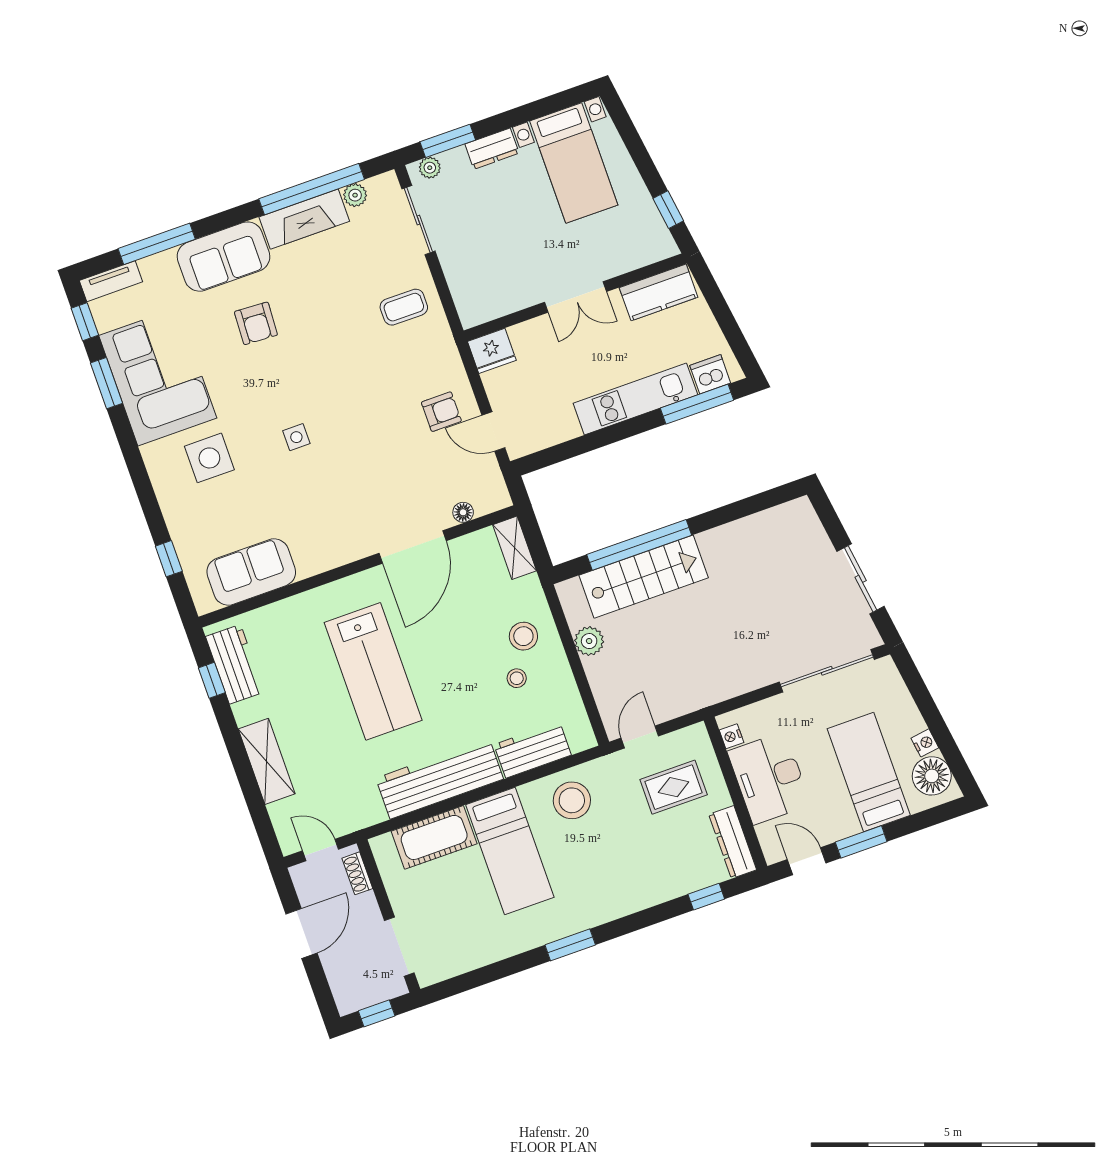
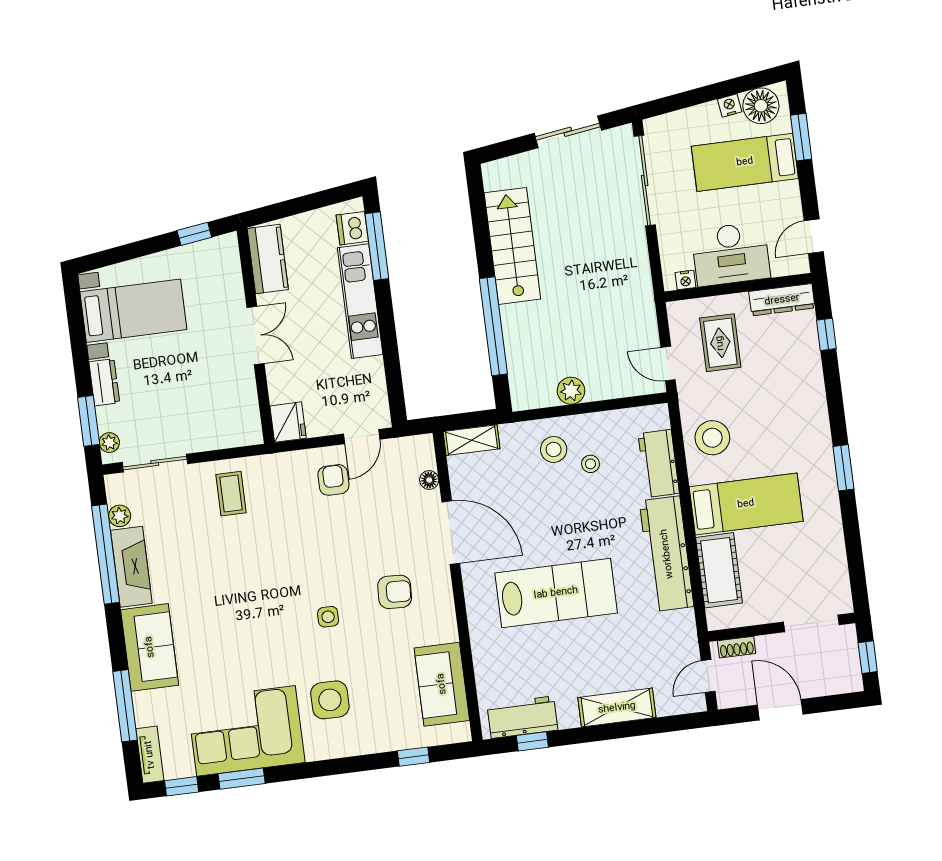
armchair: (256, 323) -> (395, 592), moved
stairs: (644, 577) -> (512, 246), moved
window: (861, 842) -> (801, 137), moved

